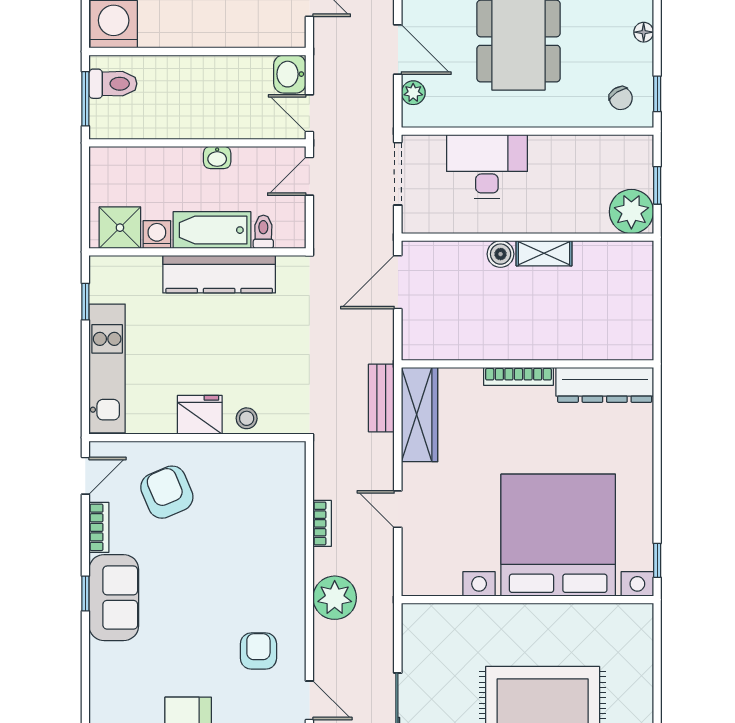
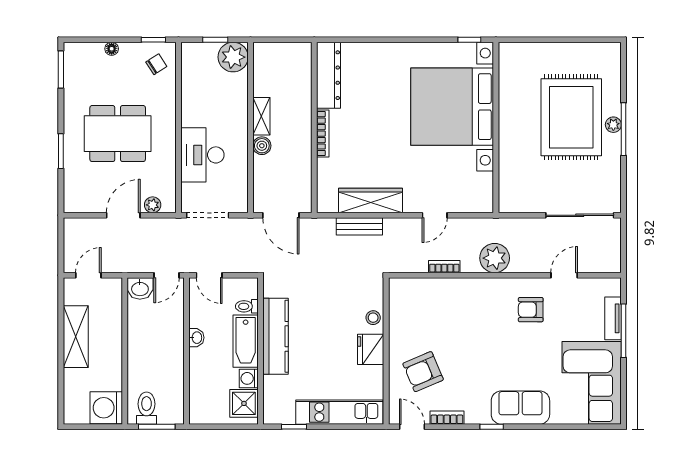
wall: (527, 364) -> (314, 127), moved
bookcase: (518, 376) -> (323, 134), moved
dresser: (605, 385) -> (328, 75), moved
sofa: (114, 598) -> (520, 408), moved

